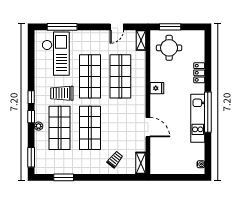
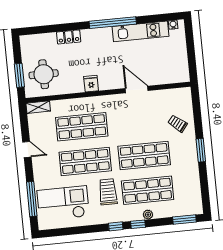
door: (117, 27) -> (27, 149), moved
trolley: (62, 93) -> (108, 192), turned 180
kitchen unit: (198, 118) -> (141, 31), moved
door: (148, 127) -> (137, 89), hinge flipped
shelving: (141, 163) -> (179, 94), removed
window: (64, 177) -> (201, 150), moved

